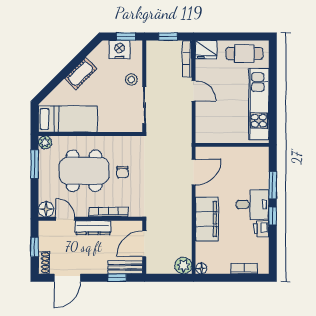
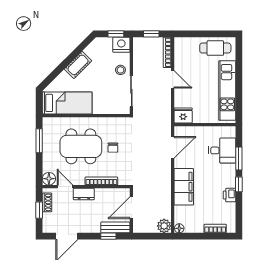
nightstand: (119, 50) -> (121, 45), moved
fridge: (206, 50) -> (183, 115), moved, turned 180
plant: (45, 143) -> (48, 123), removed
desk: (253, 204) -> (222, 150), moved
dresser: (93, 228) -> (84, 194), width x0.70
shoe rack: (44, 263) -> (47, 202), moved

